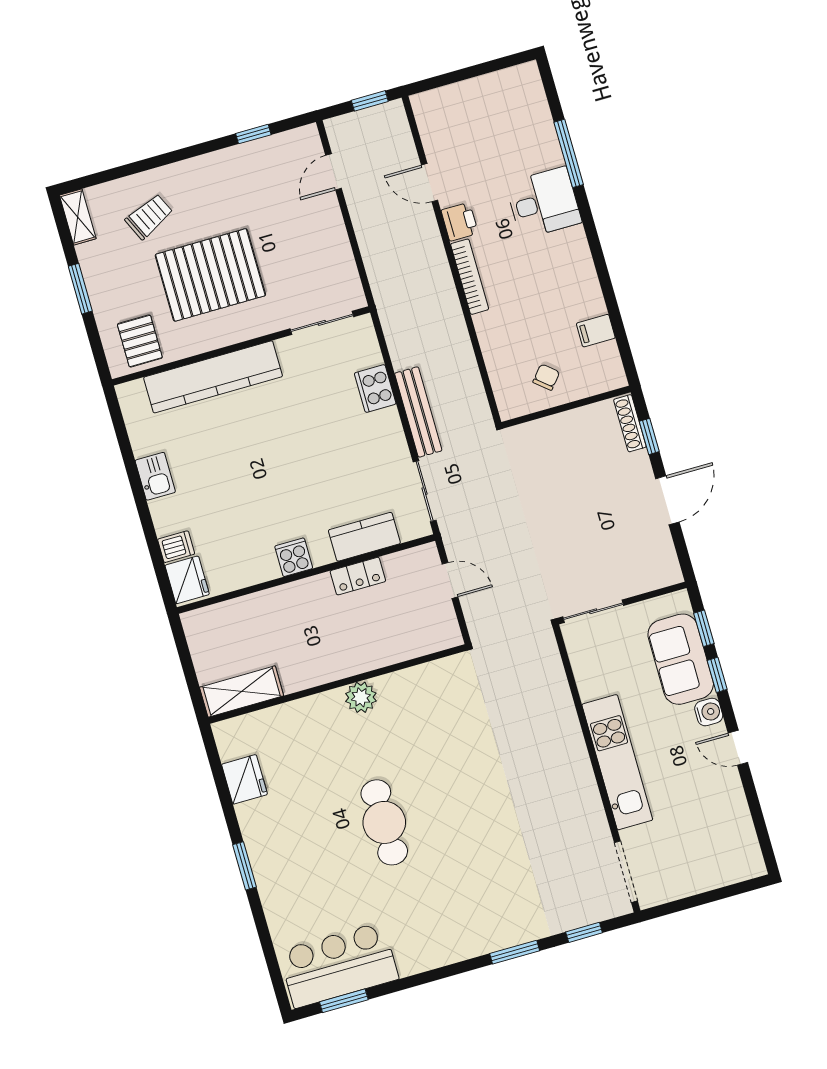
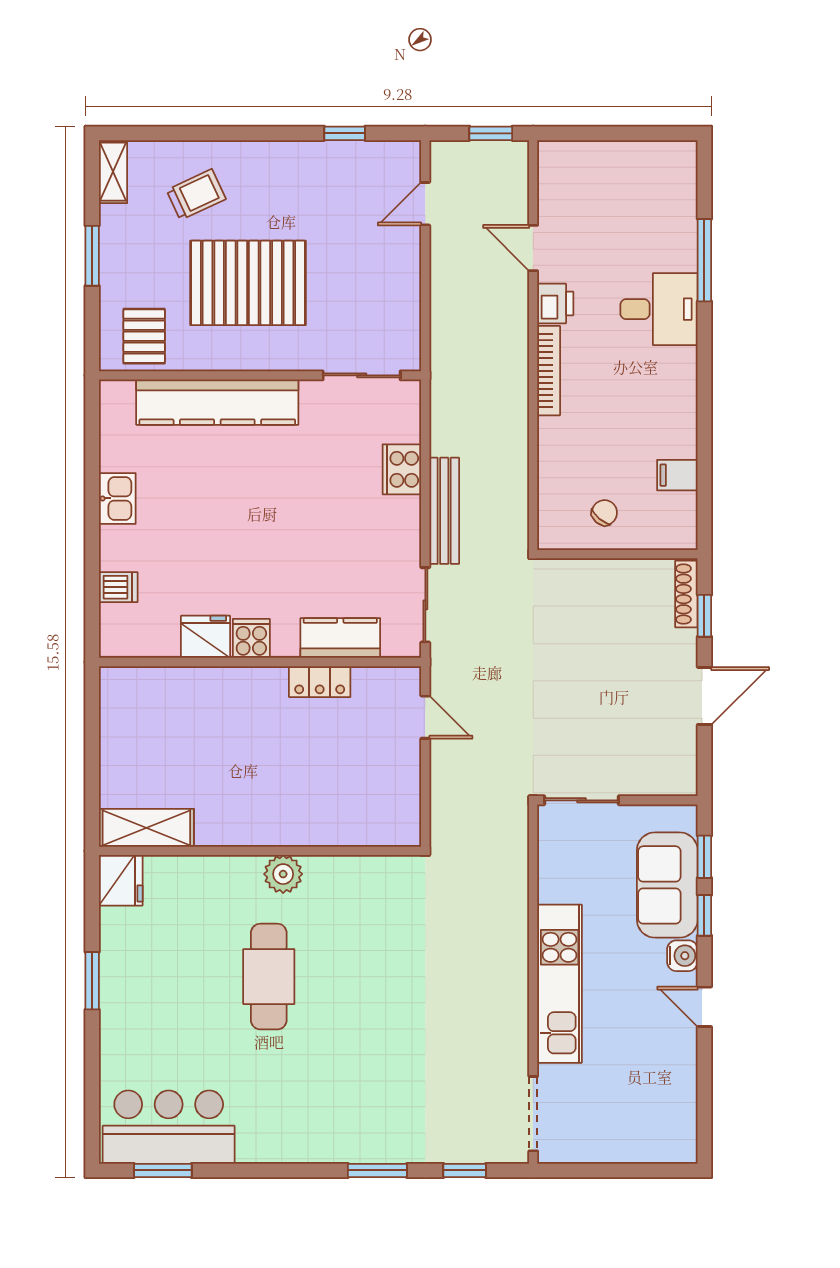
fridge: (187, 580) -> (206, 637), moved, turned -90
wall: (337, 684) -> (260, 851), moved
shelving: (242, 691) -> (146, 828), moved
plant: (361, 697) -> (283, 874), moved

